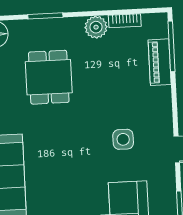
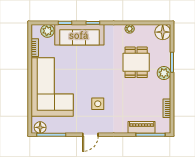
plant: (96, 27) -> (164, 73), moved
dining table: (49, 77) -> (136, 62), turned 90

